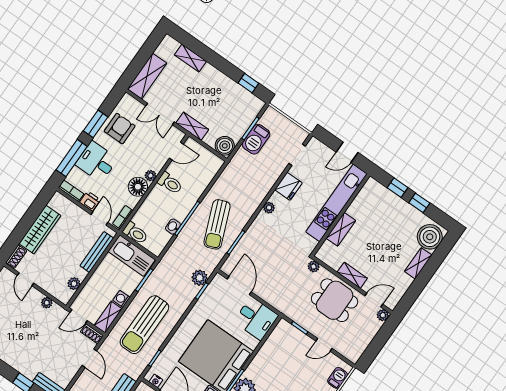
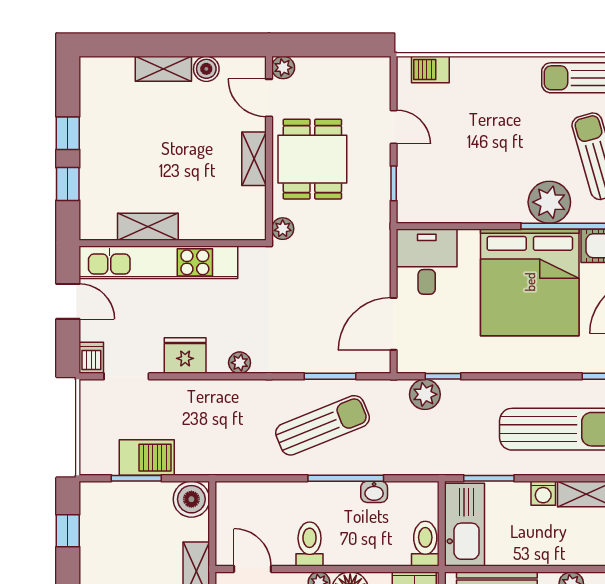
dishwasher: (316, 145) -> (91, 358), added
shelving: (341, 229) -> (148, 227), moved
boiler: (430, 237) -> (206, 69), moved, width x0.54, depth x0.54

